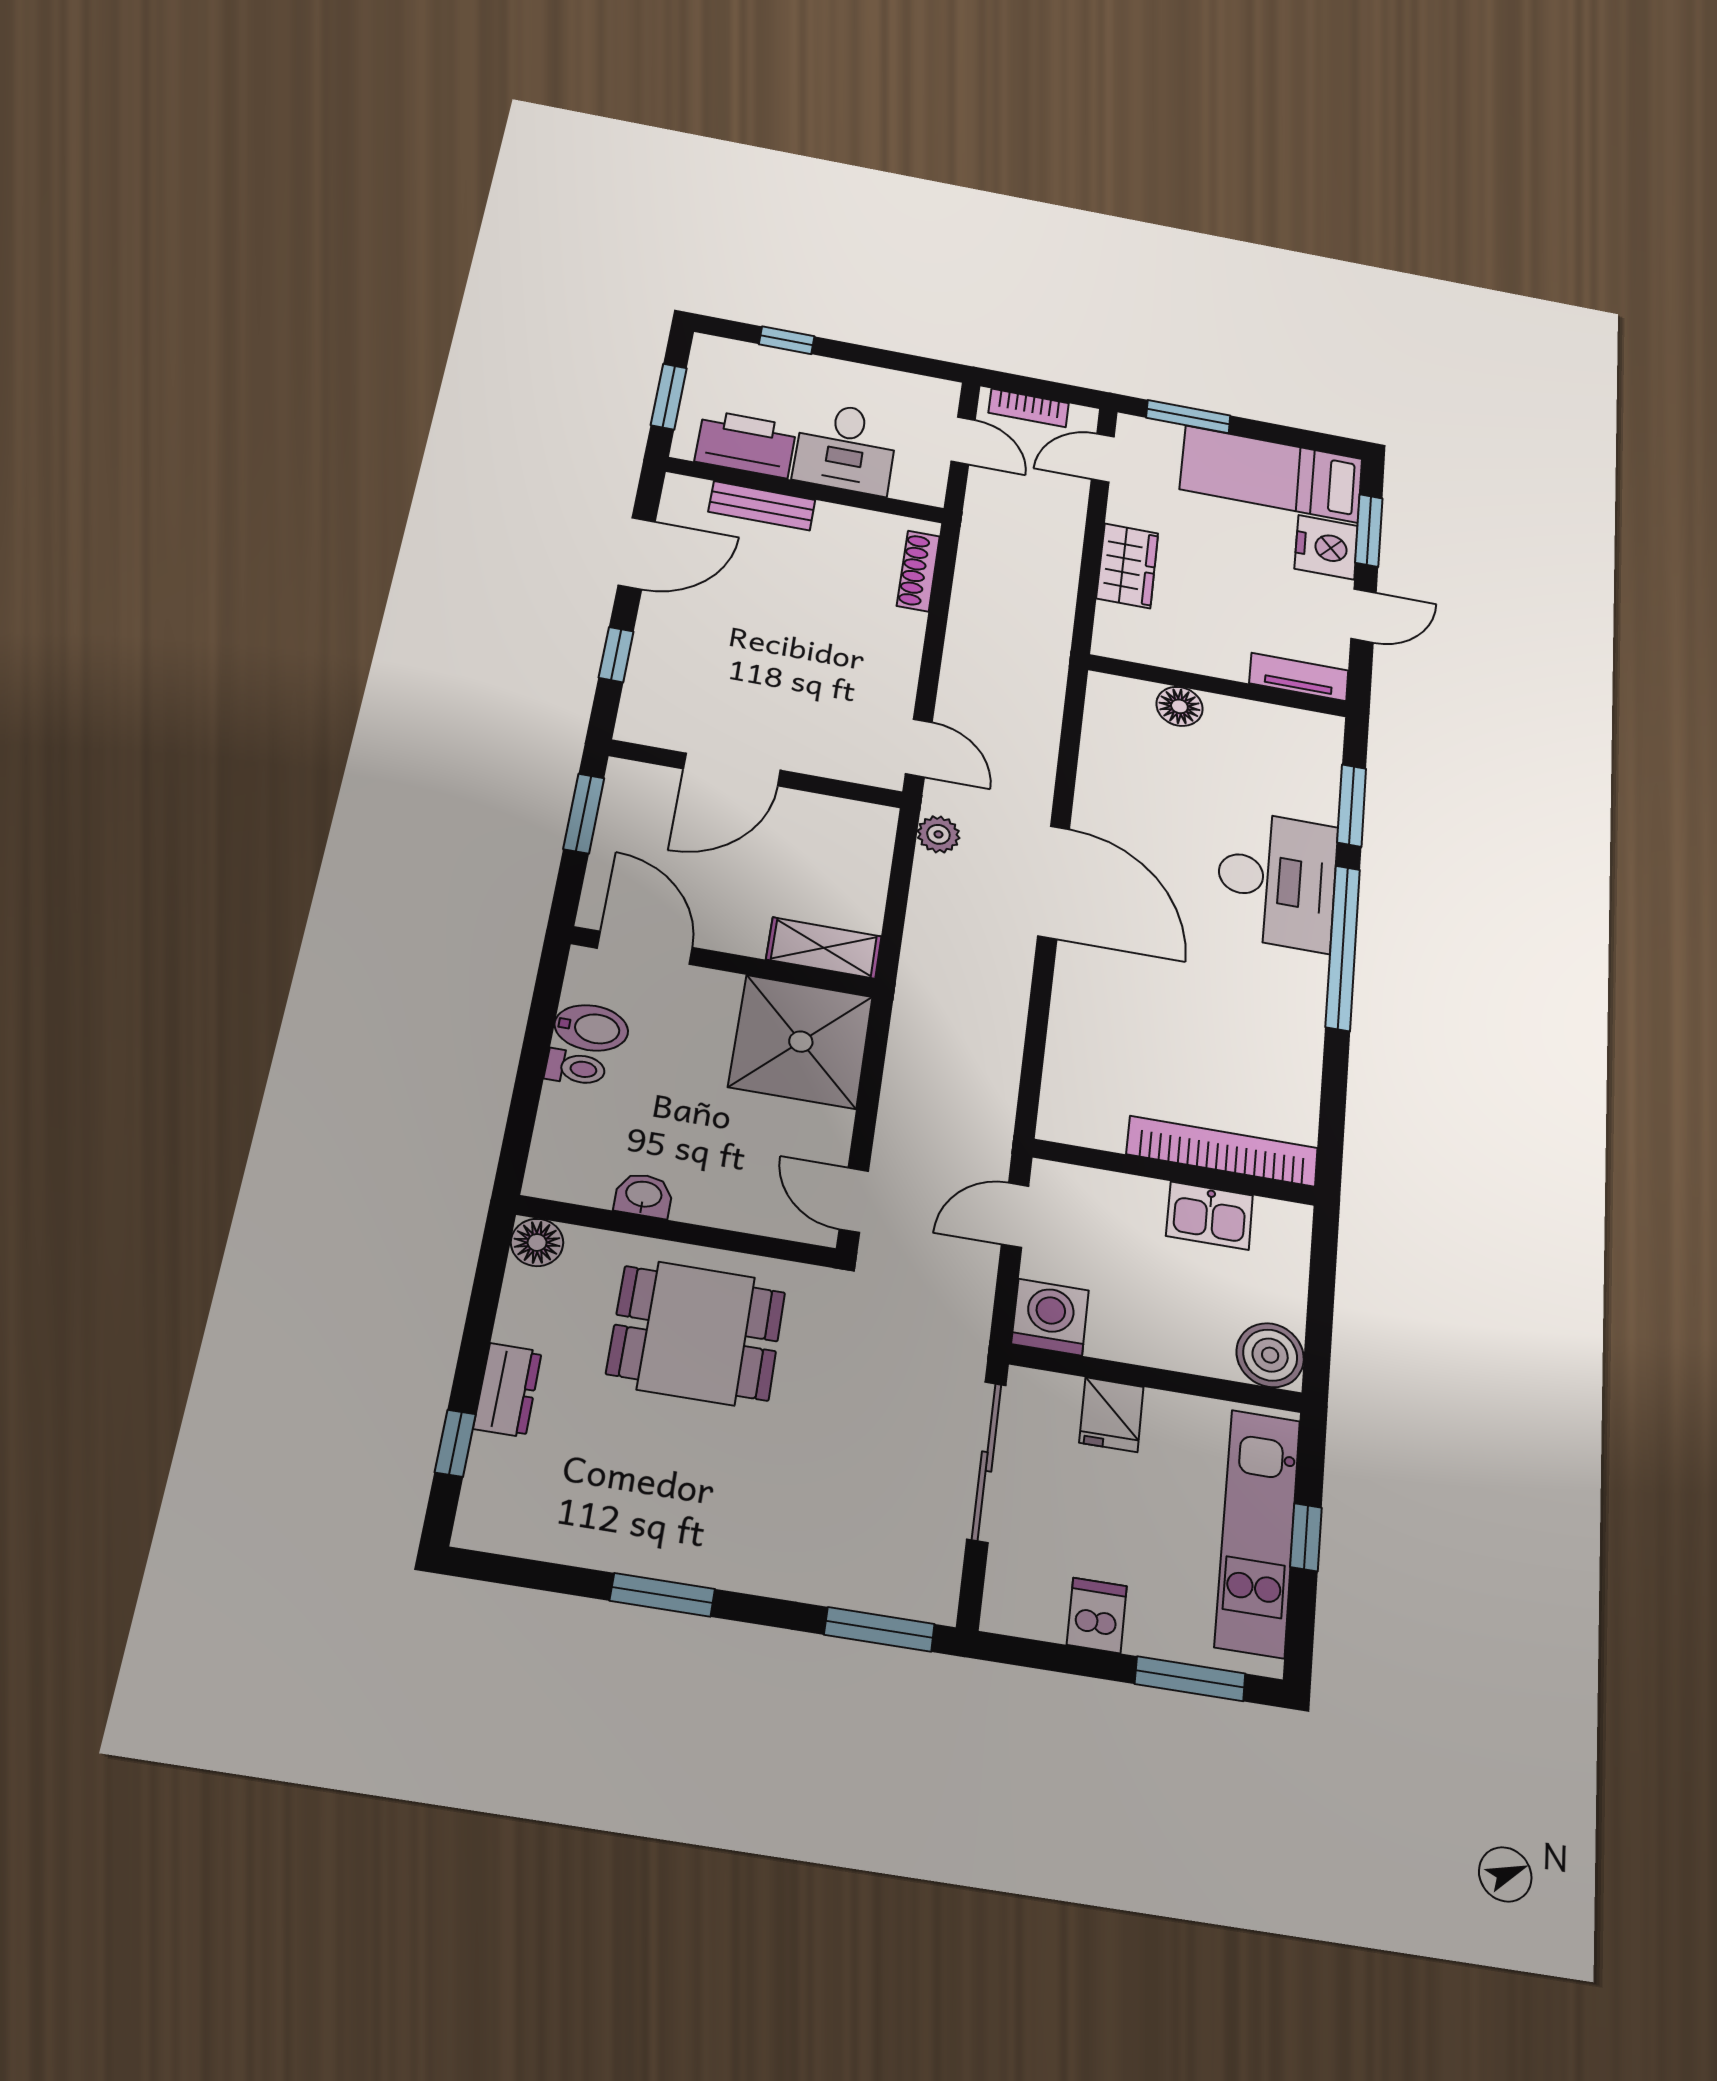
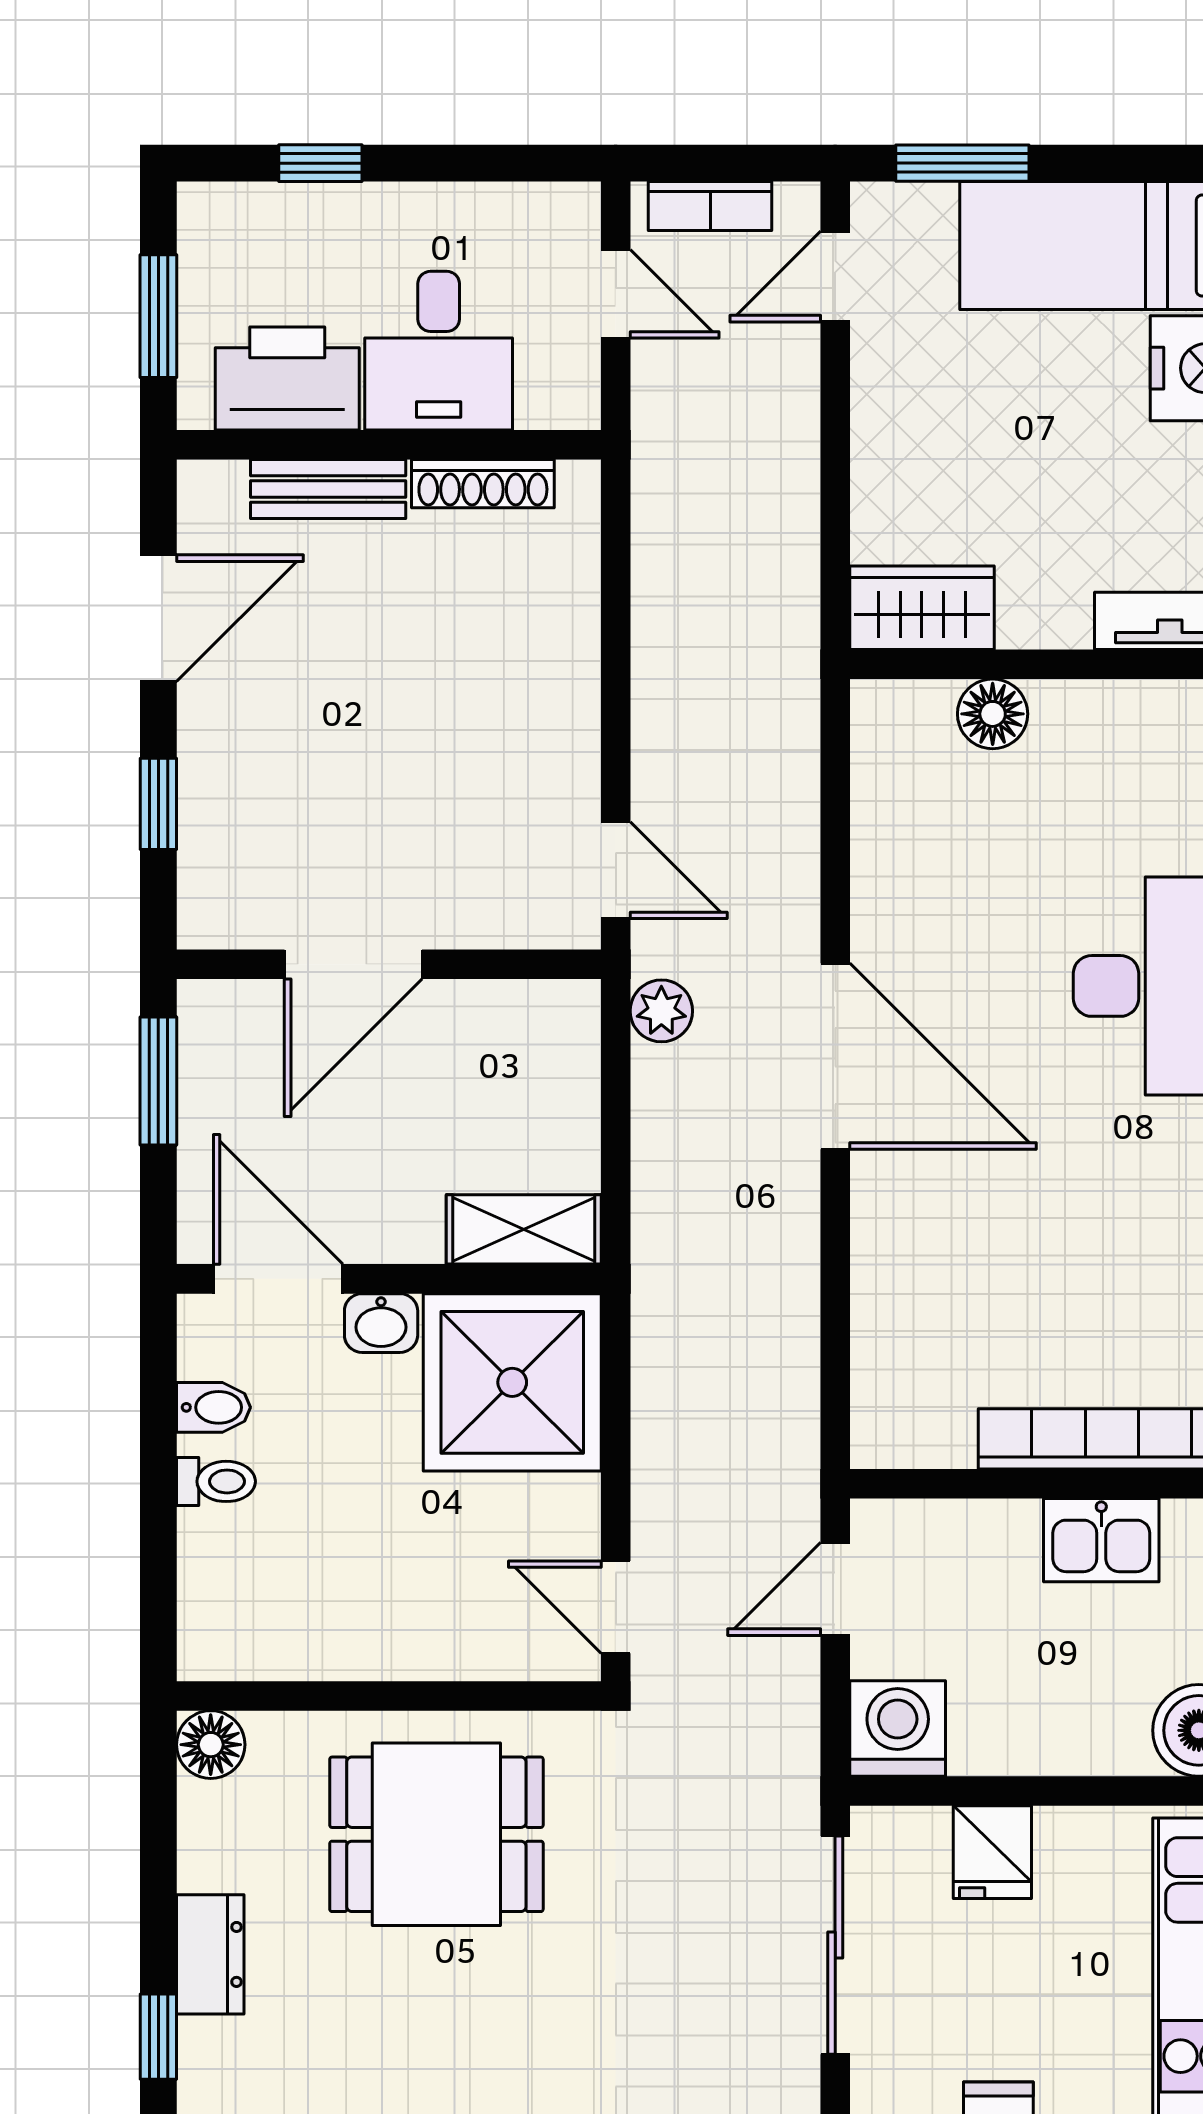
wardrobe: (1127, 566) -> (922, 608), moved, turned -90
shoe rack: (918, 571) -> (483, 484), moved, turned -90
bidet: (591, 1028) -> (213, 1407), width x0.72, depth x0.74
washbasin: (644, 1195) -> (381, 1323), moved, turned 180

